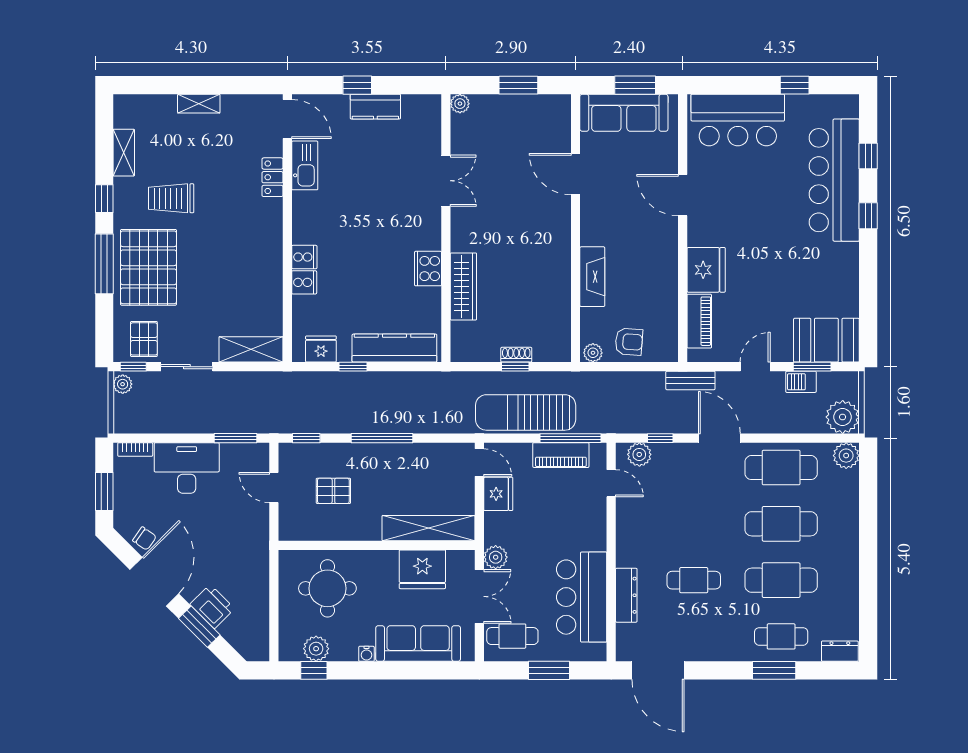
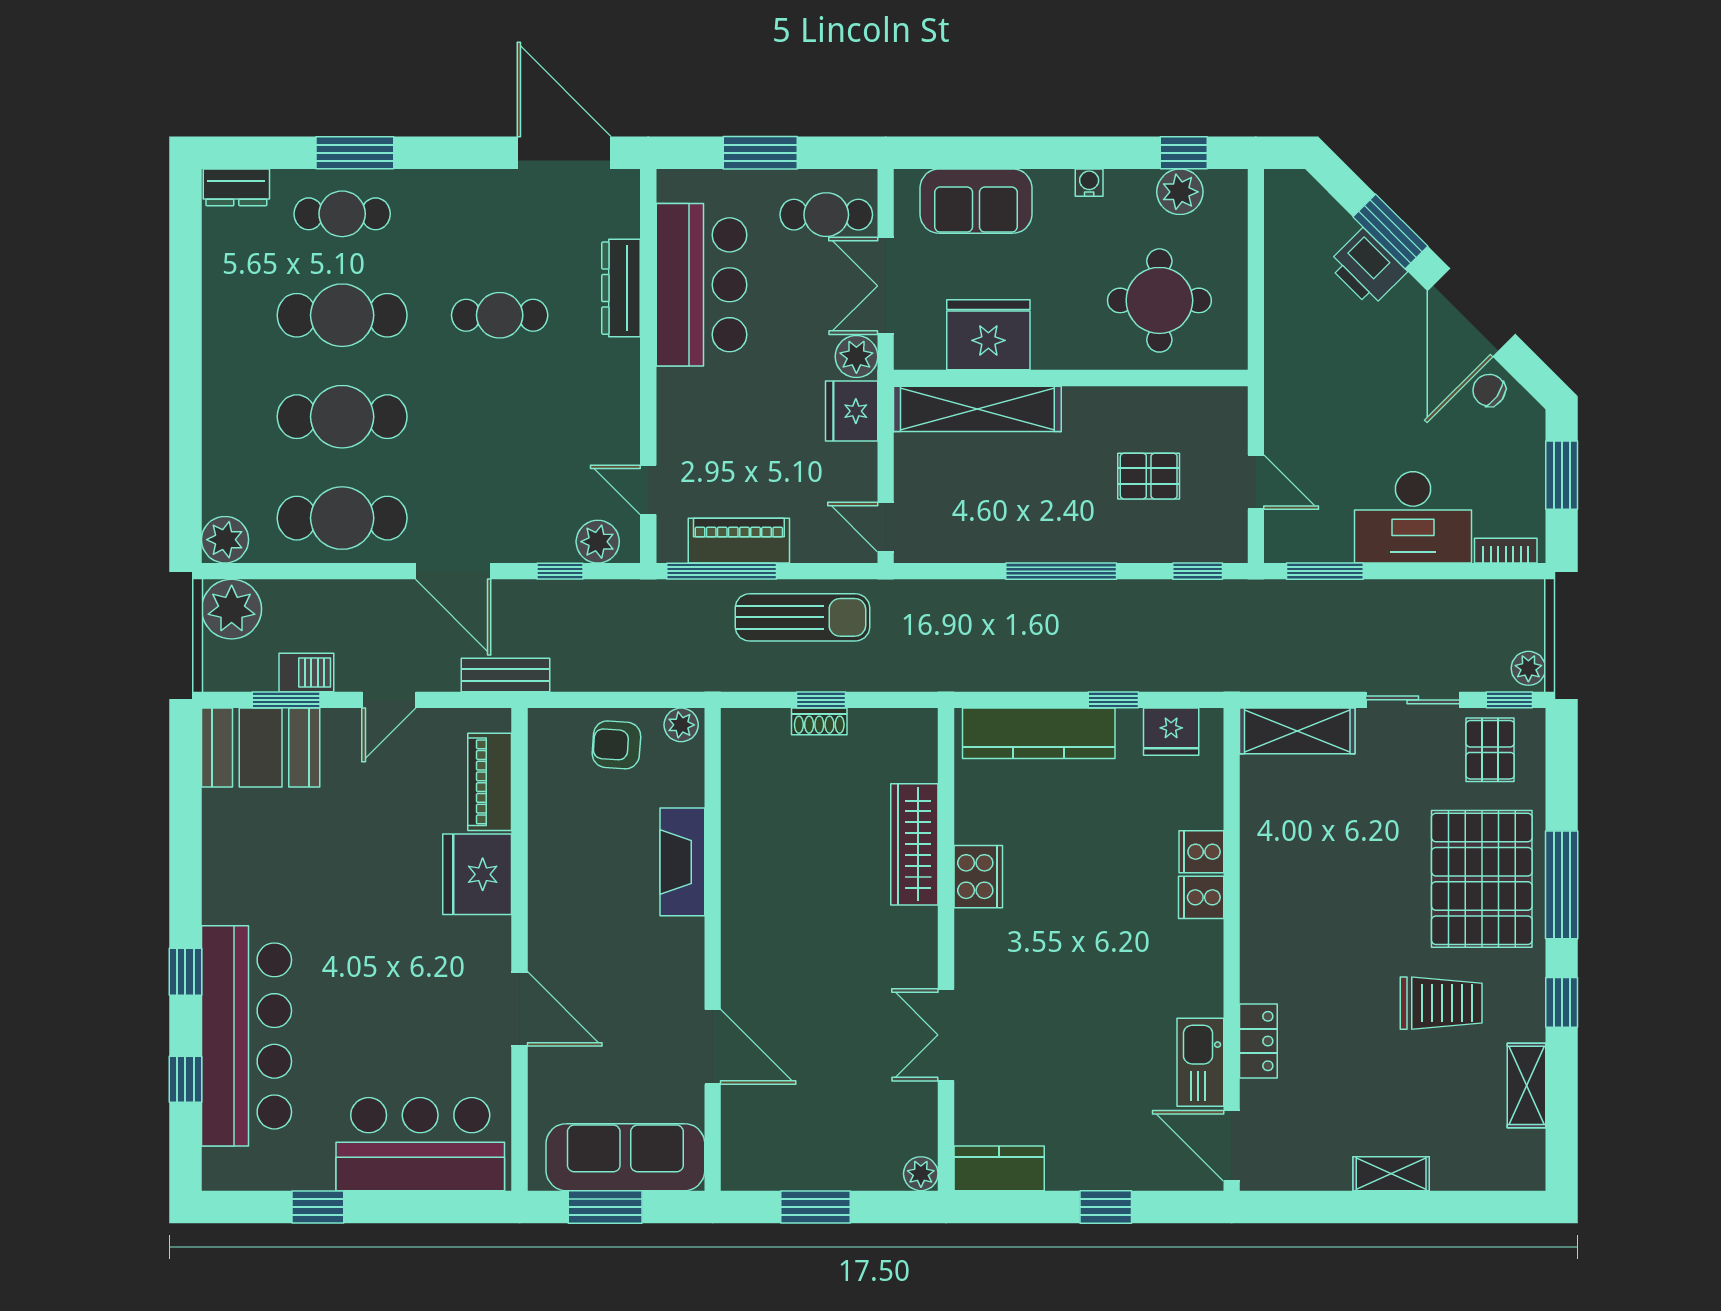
kitchen counter: (375, 107) -> (999, 1168), moved
sun lounger: (526, 412) -> (802, 617), width x0.73, depth x0.75
fridge: (498, 494) -> (852, 411), moved
sofa: (418, 643) -> (976, 201), width x0.73

